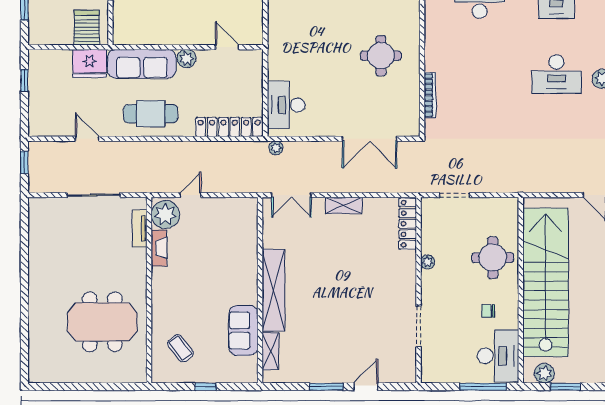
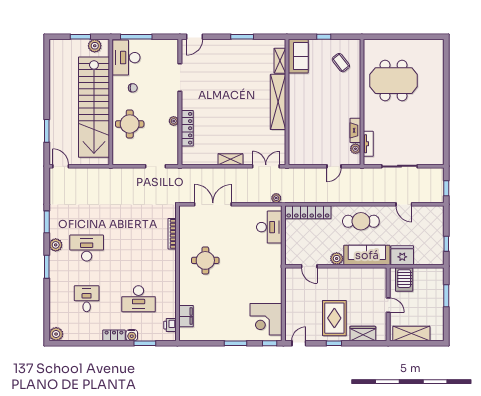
plant: (165, 214) -> (355, 149), width x0.53, depth x0.53
locker: (408, 224) -> (187, 128), moved
sofa: (243, 330) -> (298, 56), moved
door: (366, 387) -> (194, 37), moved

